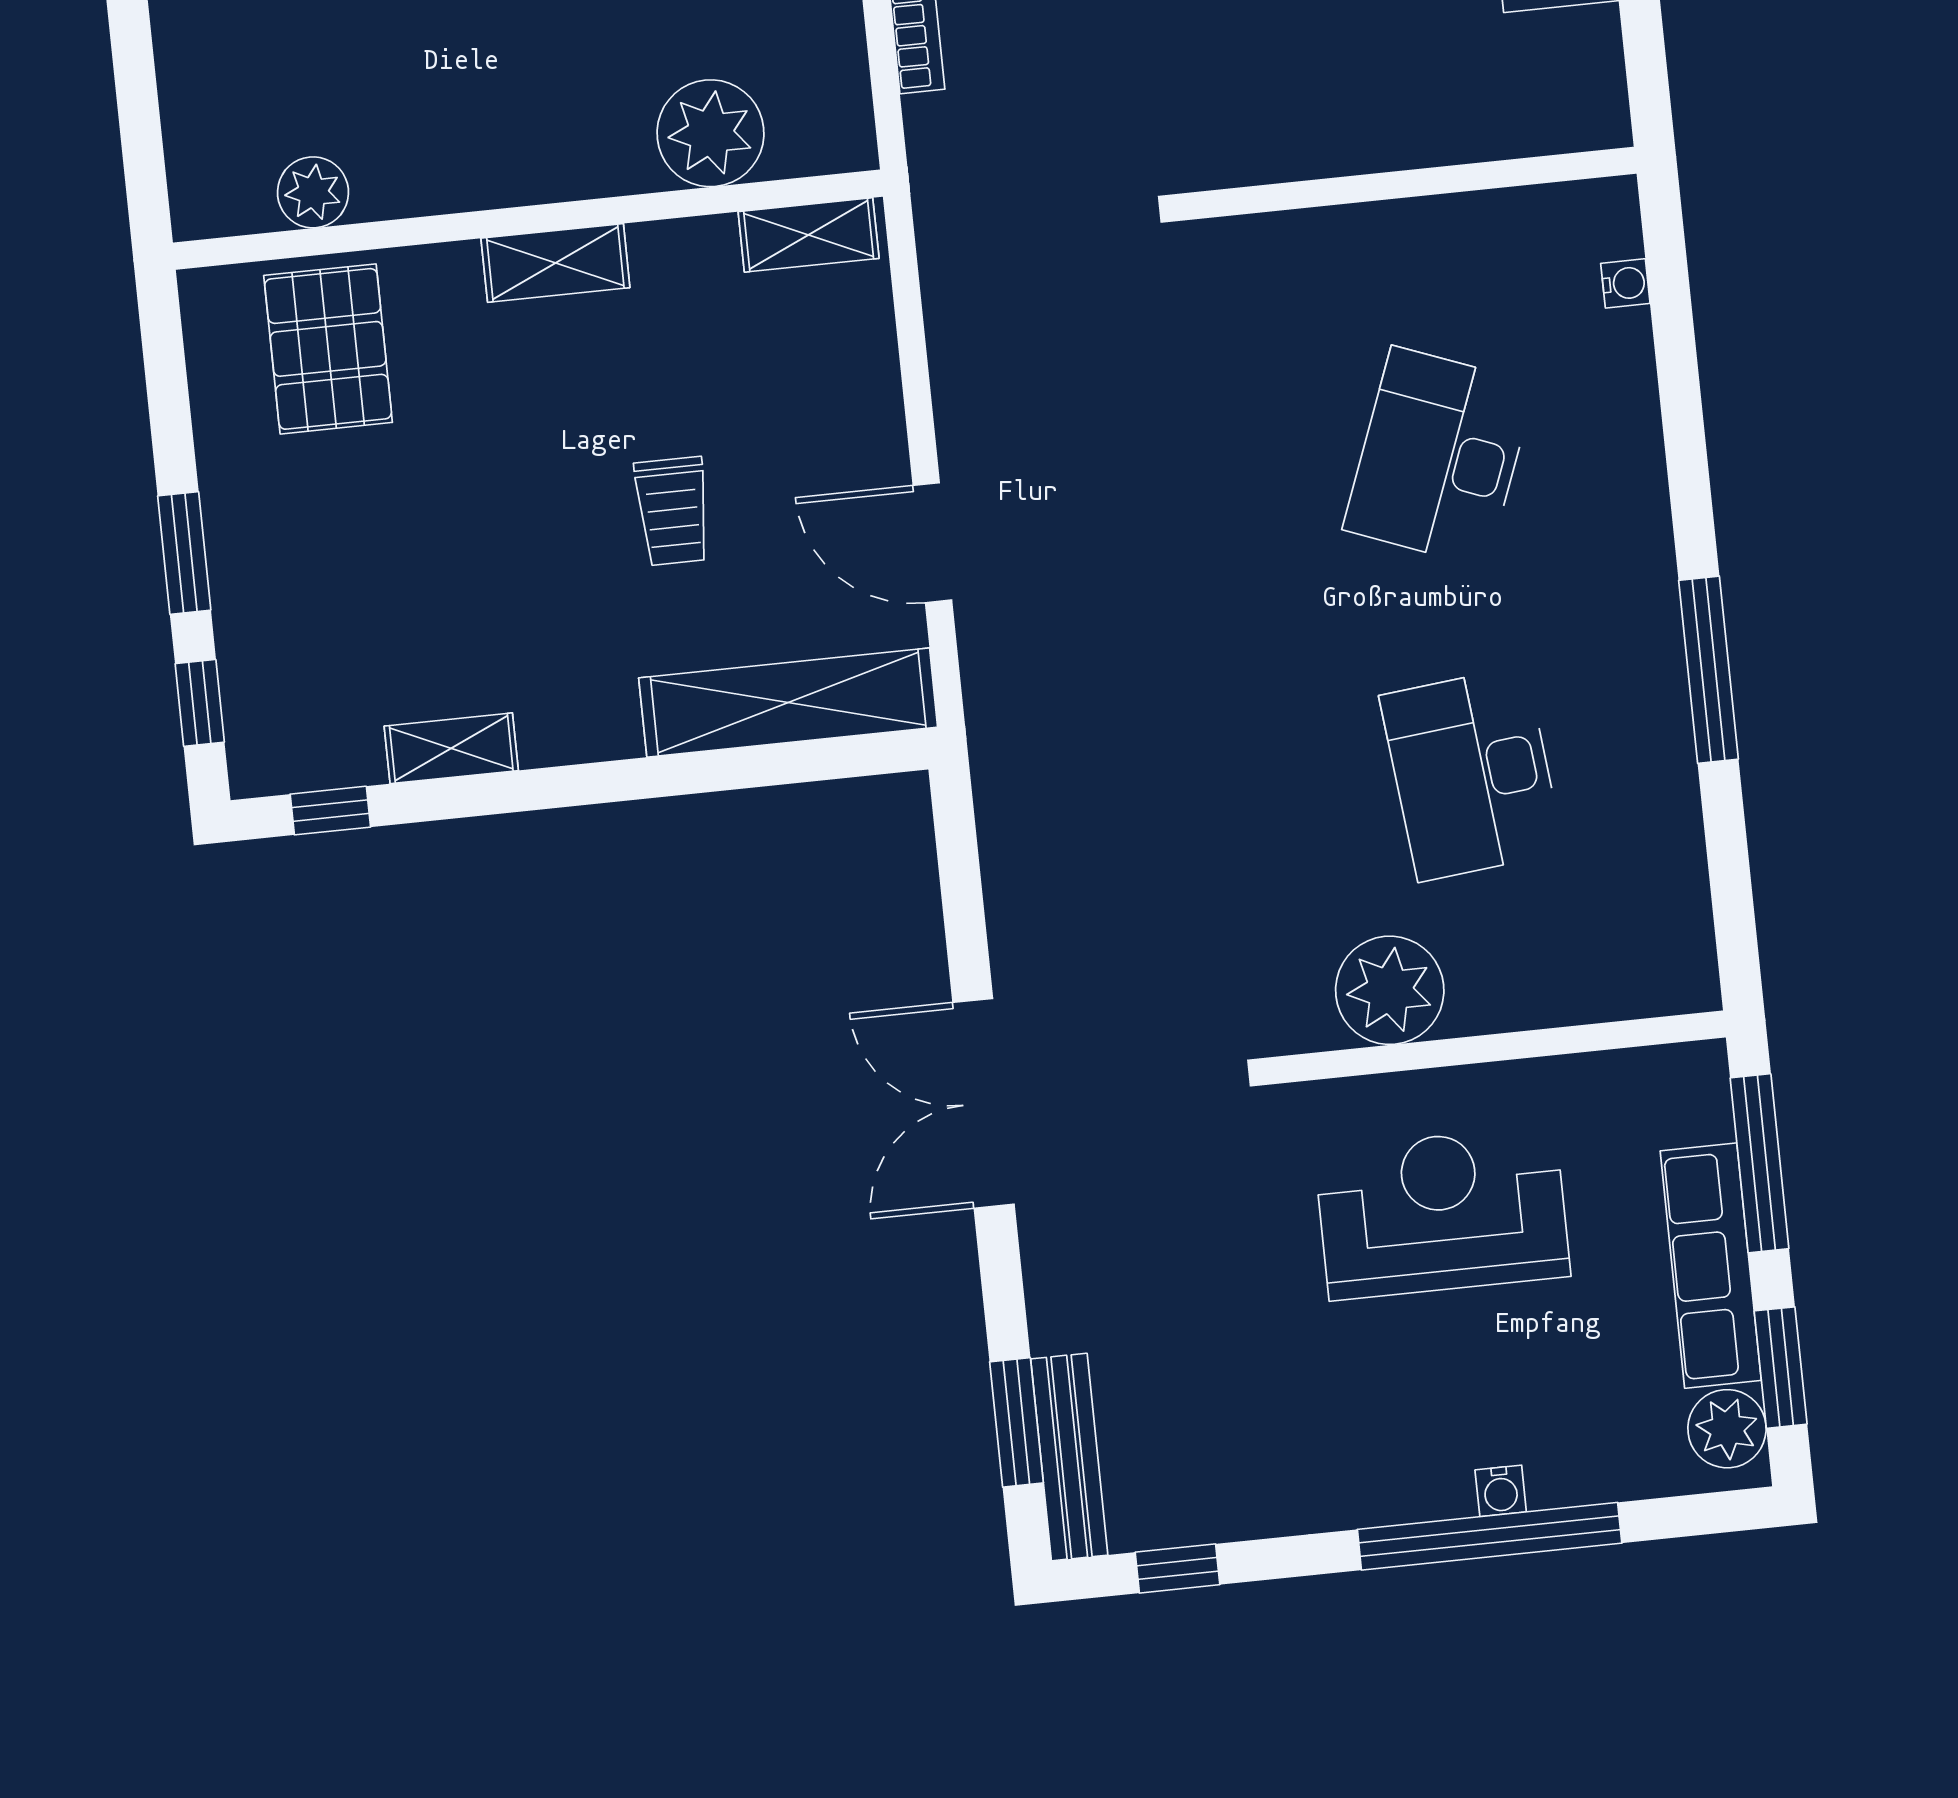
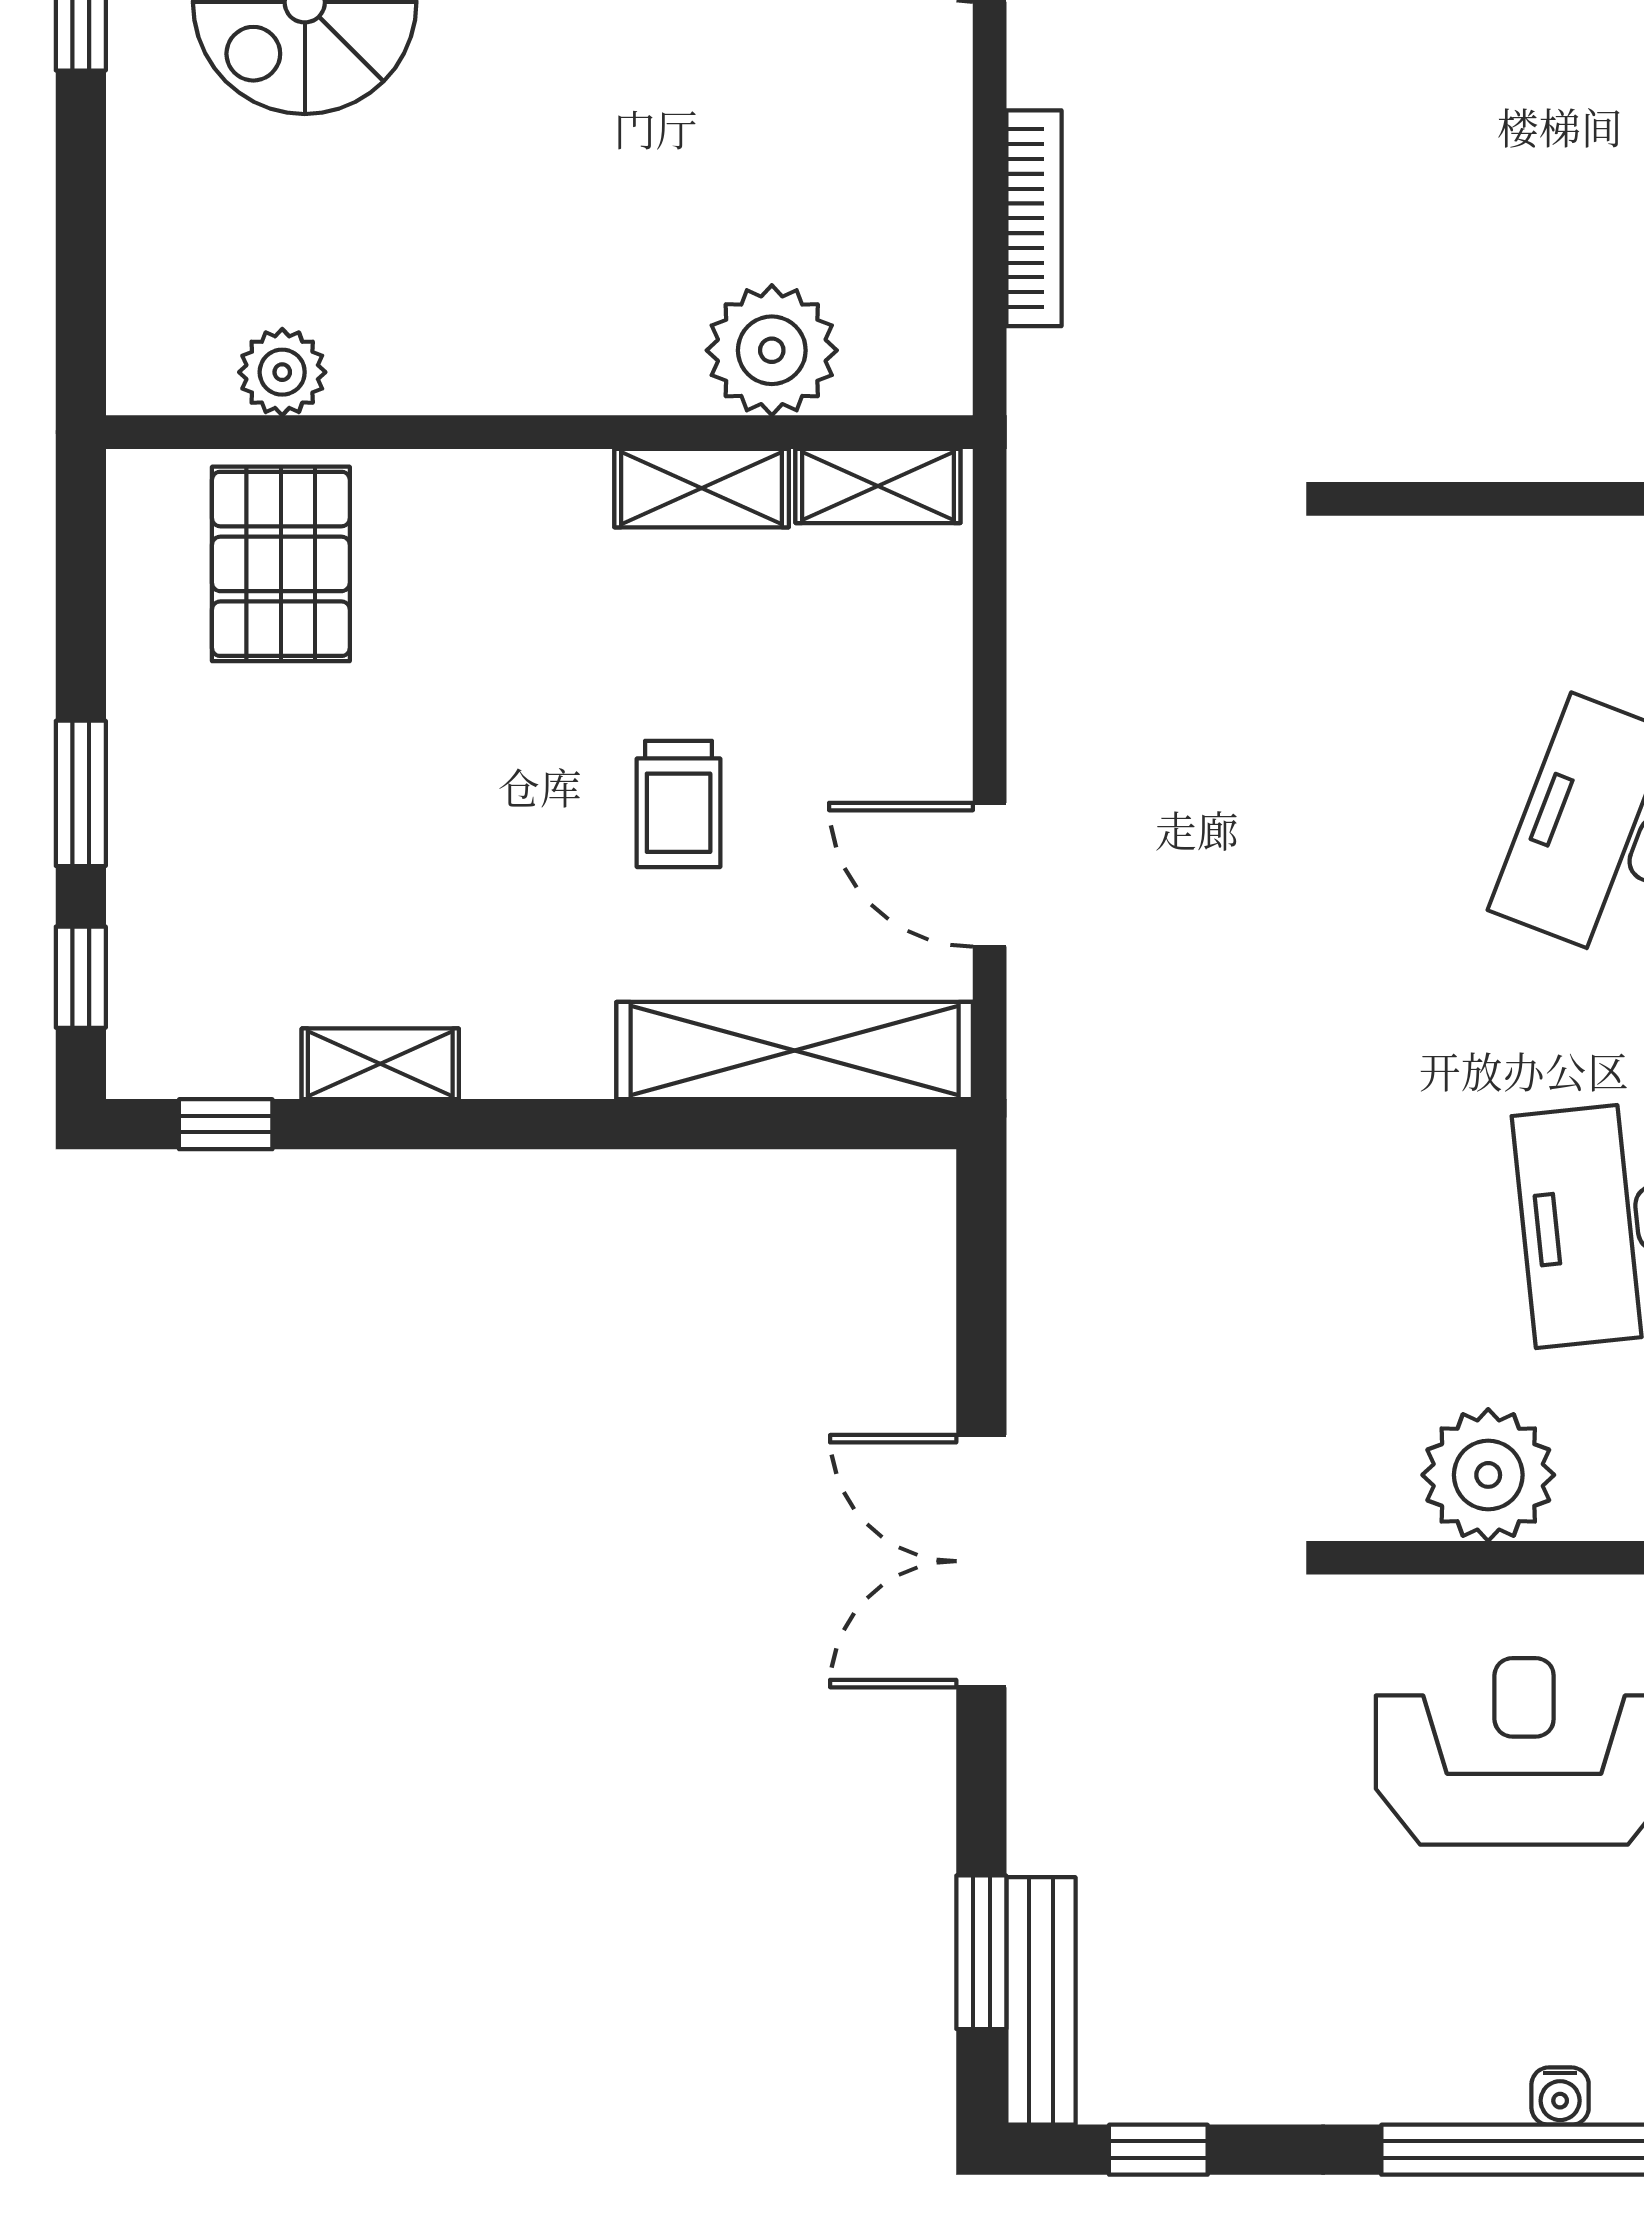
shelving: (555, 263) -> (702, 488), moved

